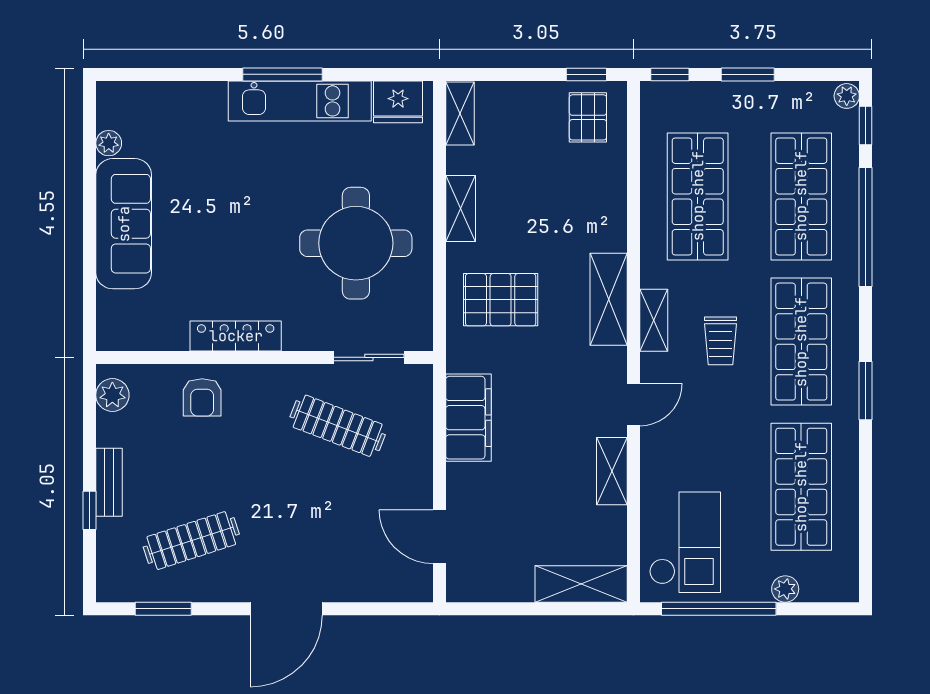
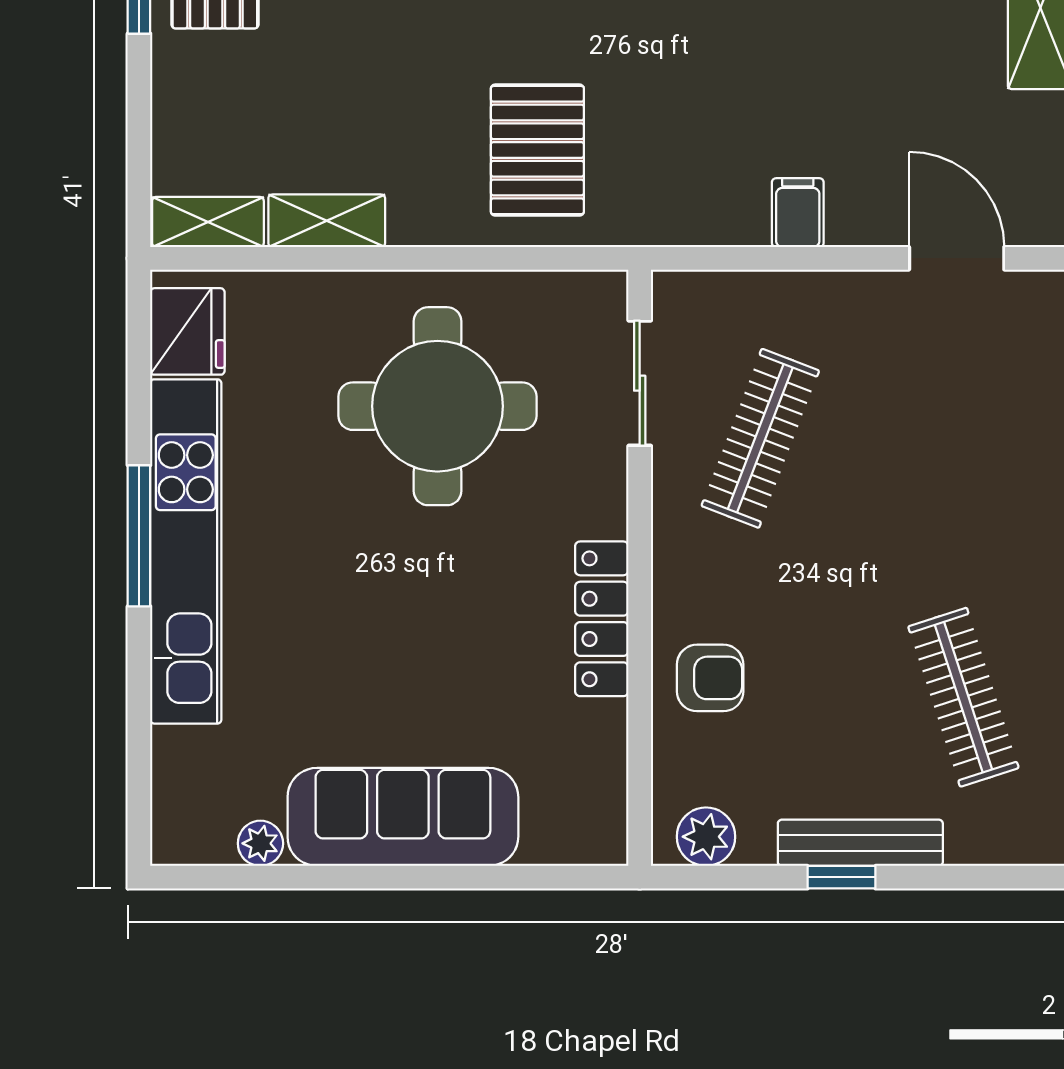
kitchen unit: (300, 101) -> (186, 551), width x1.36
shelving: (461, 209) -> (327, 221), moved
filing cabinet: (468, 418) -> (798, 213), width x0.33, depth x0.86
bench: (109, 482) -> (860, 843), width x1.36
window: (90, 510) -> (841, 877), moved
door: (439, 537) -> (957, 258), swing flipped

